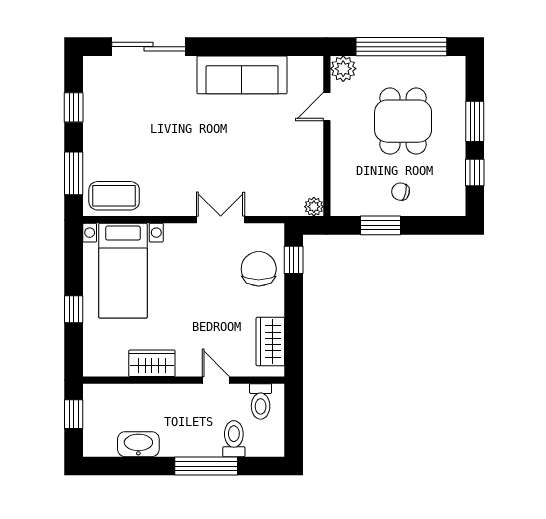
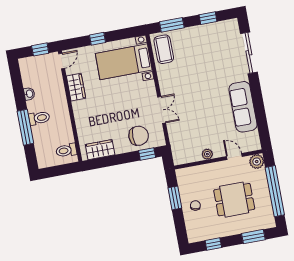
window: (475, 121) -> (253, 237), moved
plant: (314, 207) -> (207, 154), moved
door: (216, 380) -> (62, 61), moved
toilet: (234, 439) -> (39, 118), moved
washbasin: (138, 444) -> (29, 94), width x0.52, depth x0.69

